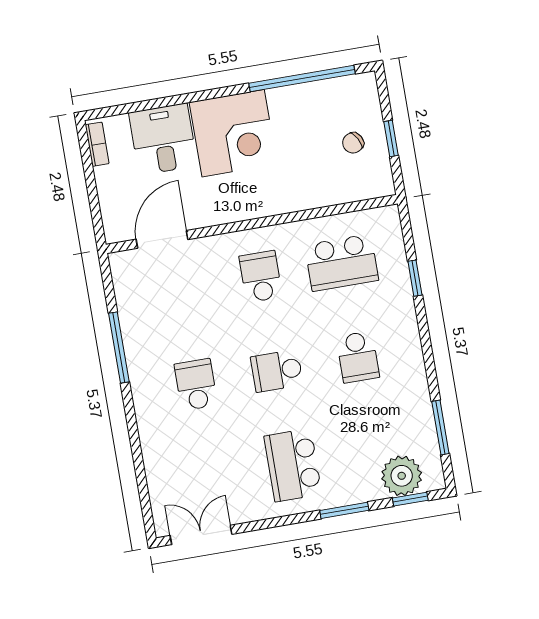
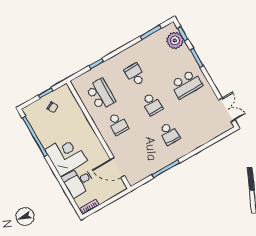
school desk: (261, 276) -> (118, 124), turned -90
school desk: (358, 357) -> (135, 75), turned -90
school desk: (196, 385) -> (169, 134), turned -90
double door: (201, 535) -> (227, 110), swing flipped

